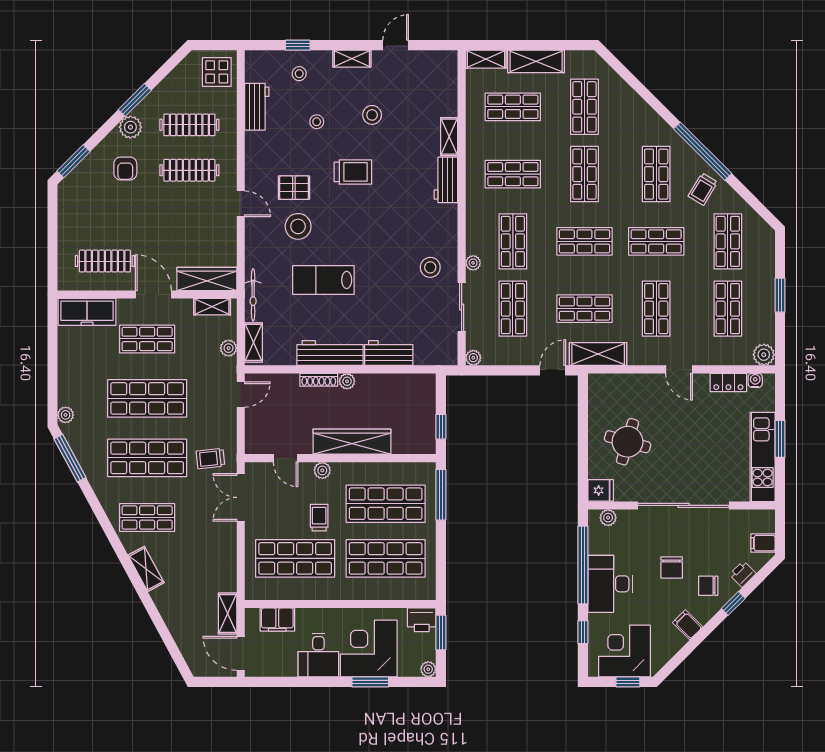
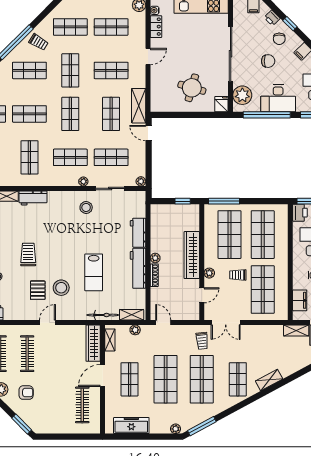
freezer: (87, 312) -> (131, 426), moved, turned -90
plant: (608, 518) -> (242, 95), width x1.88, depth x1.88

